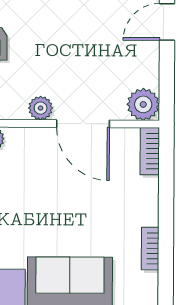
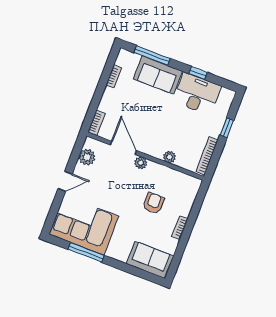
plant: (143, 104) -> (87, 157), moved

